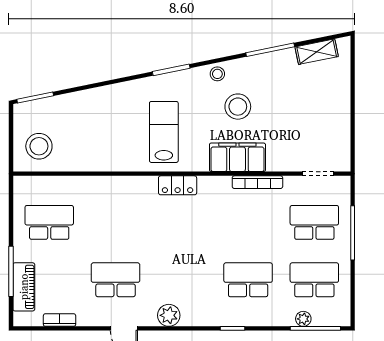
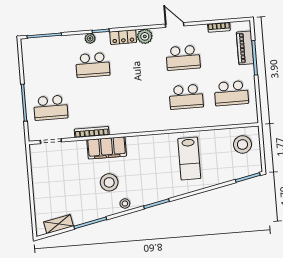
lab bench: (164, 132) -> (189, 159), moved
locker: (178, 185) -> (123, 37), moved, turned 180
school desk: (314, 280) -> (186, 97), moved
plant: (303, 319) -> (90, 38), moved

